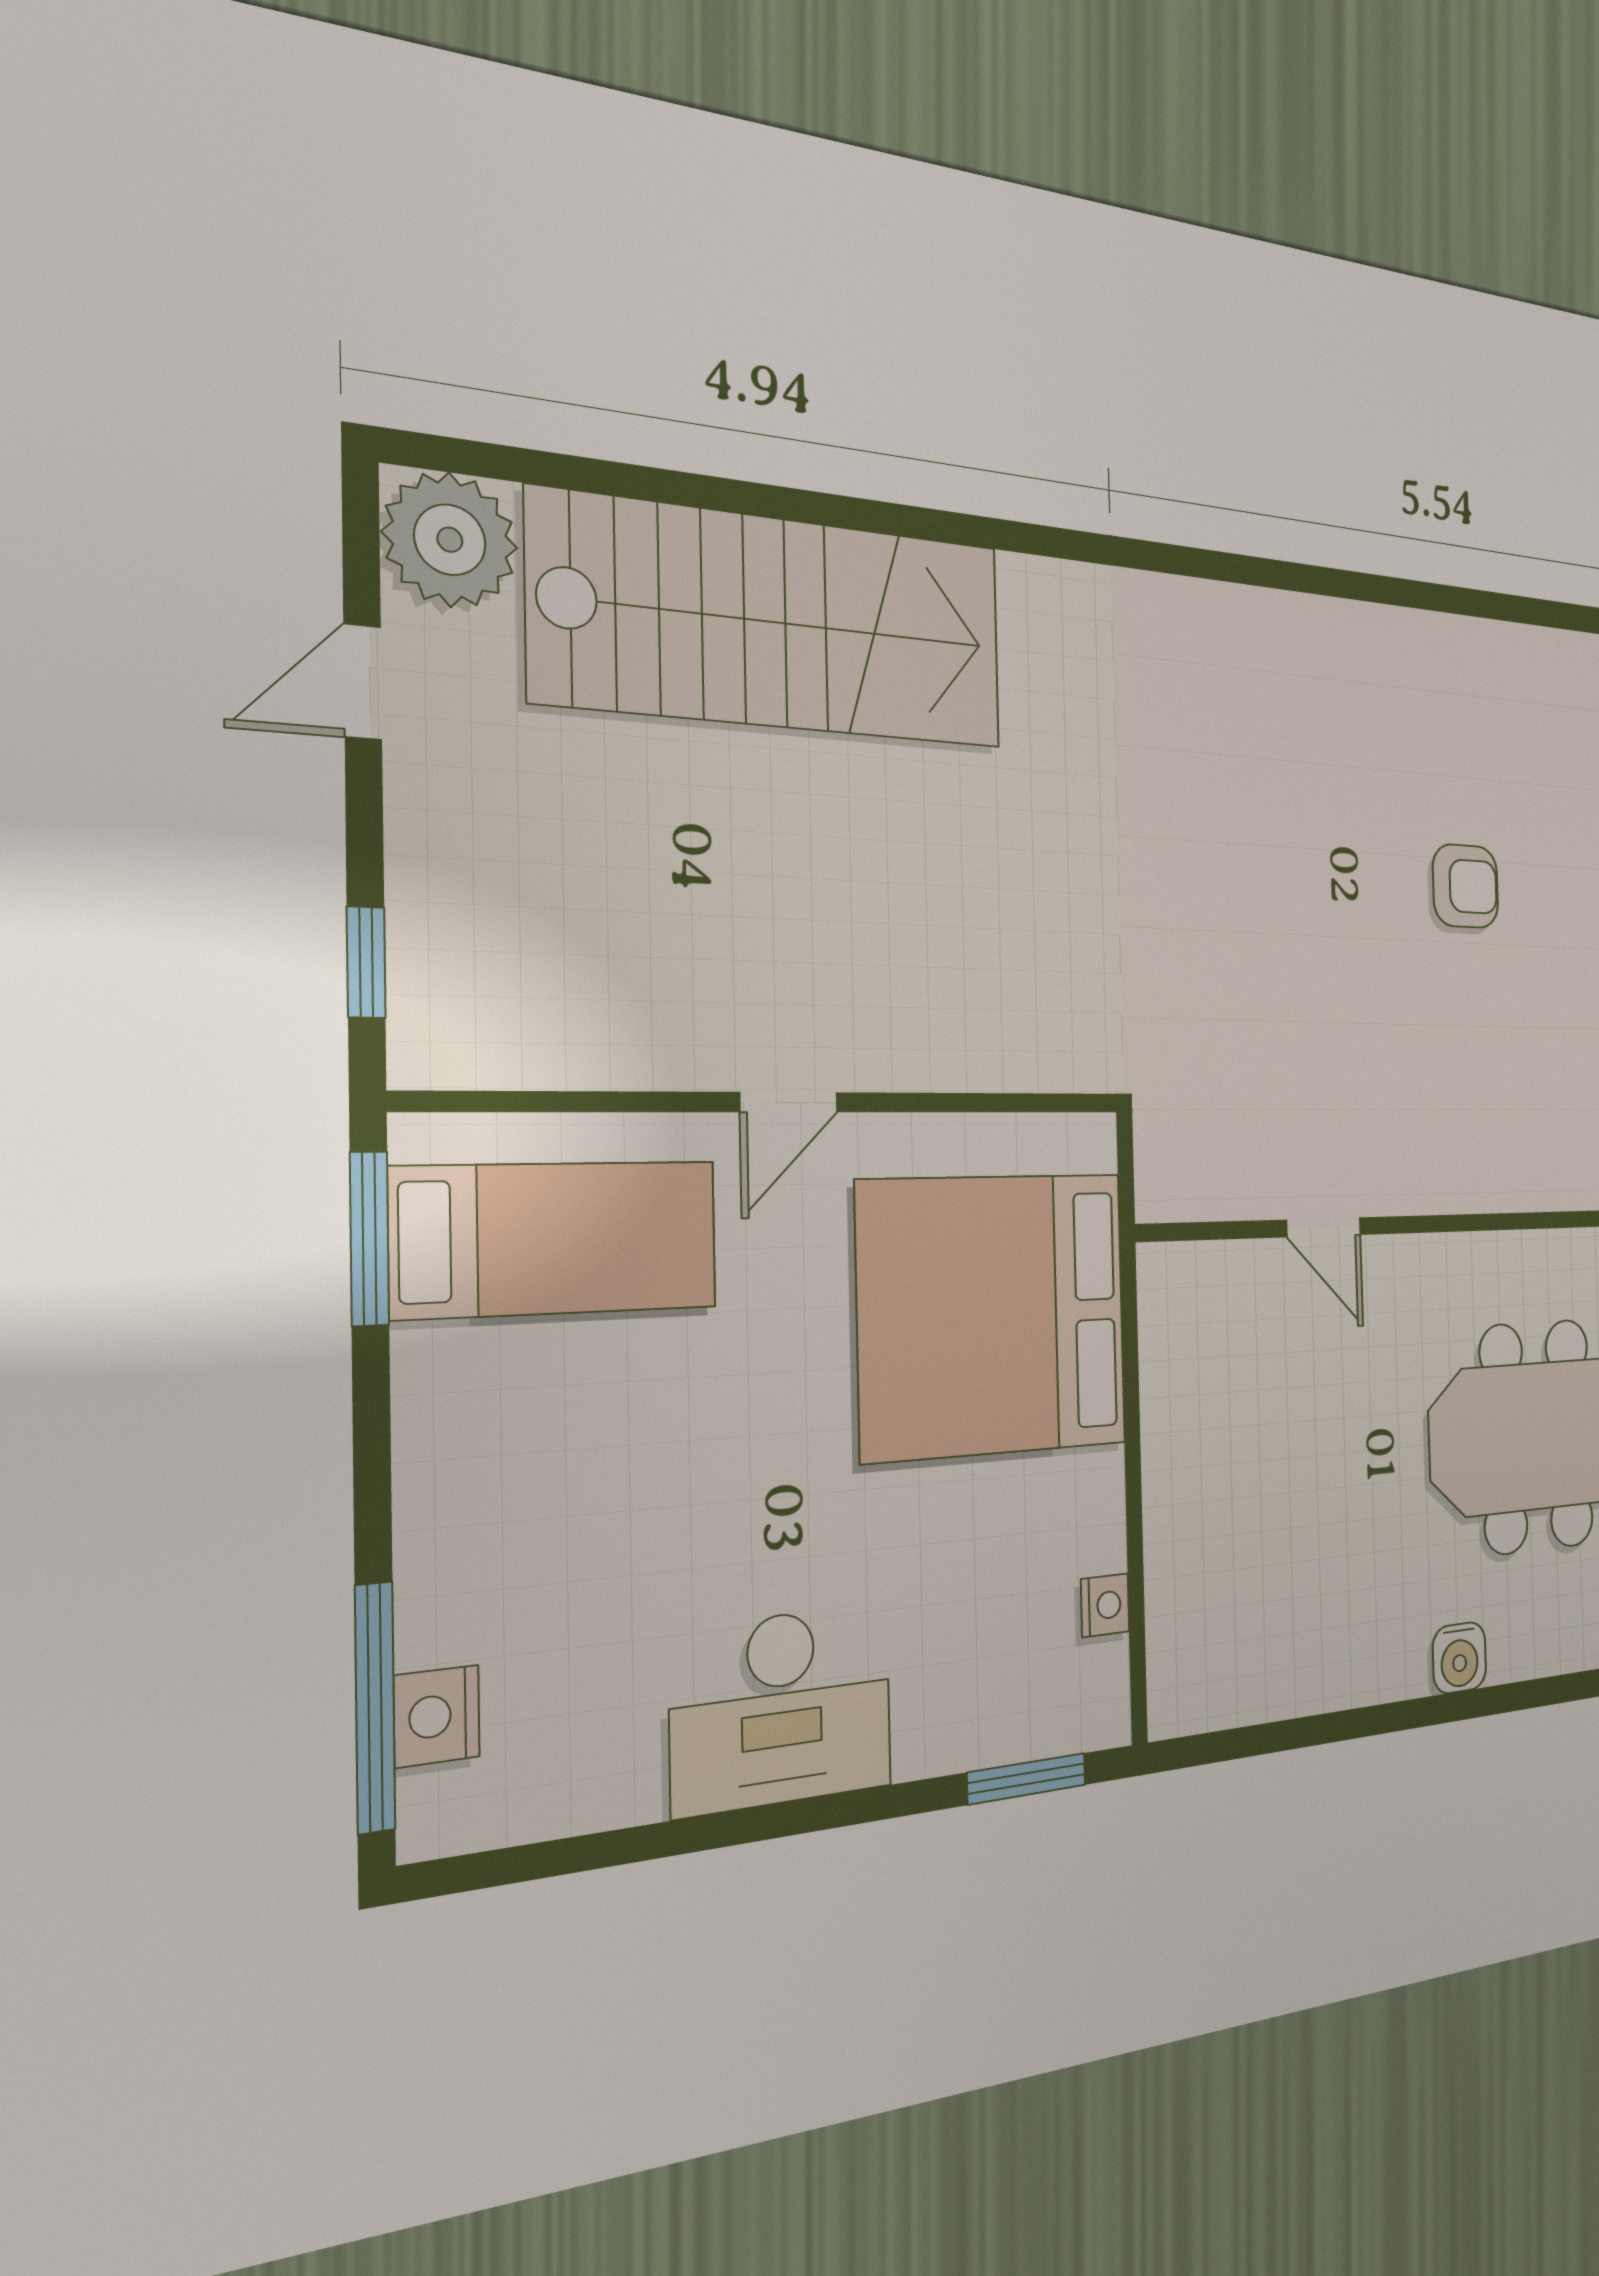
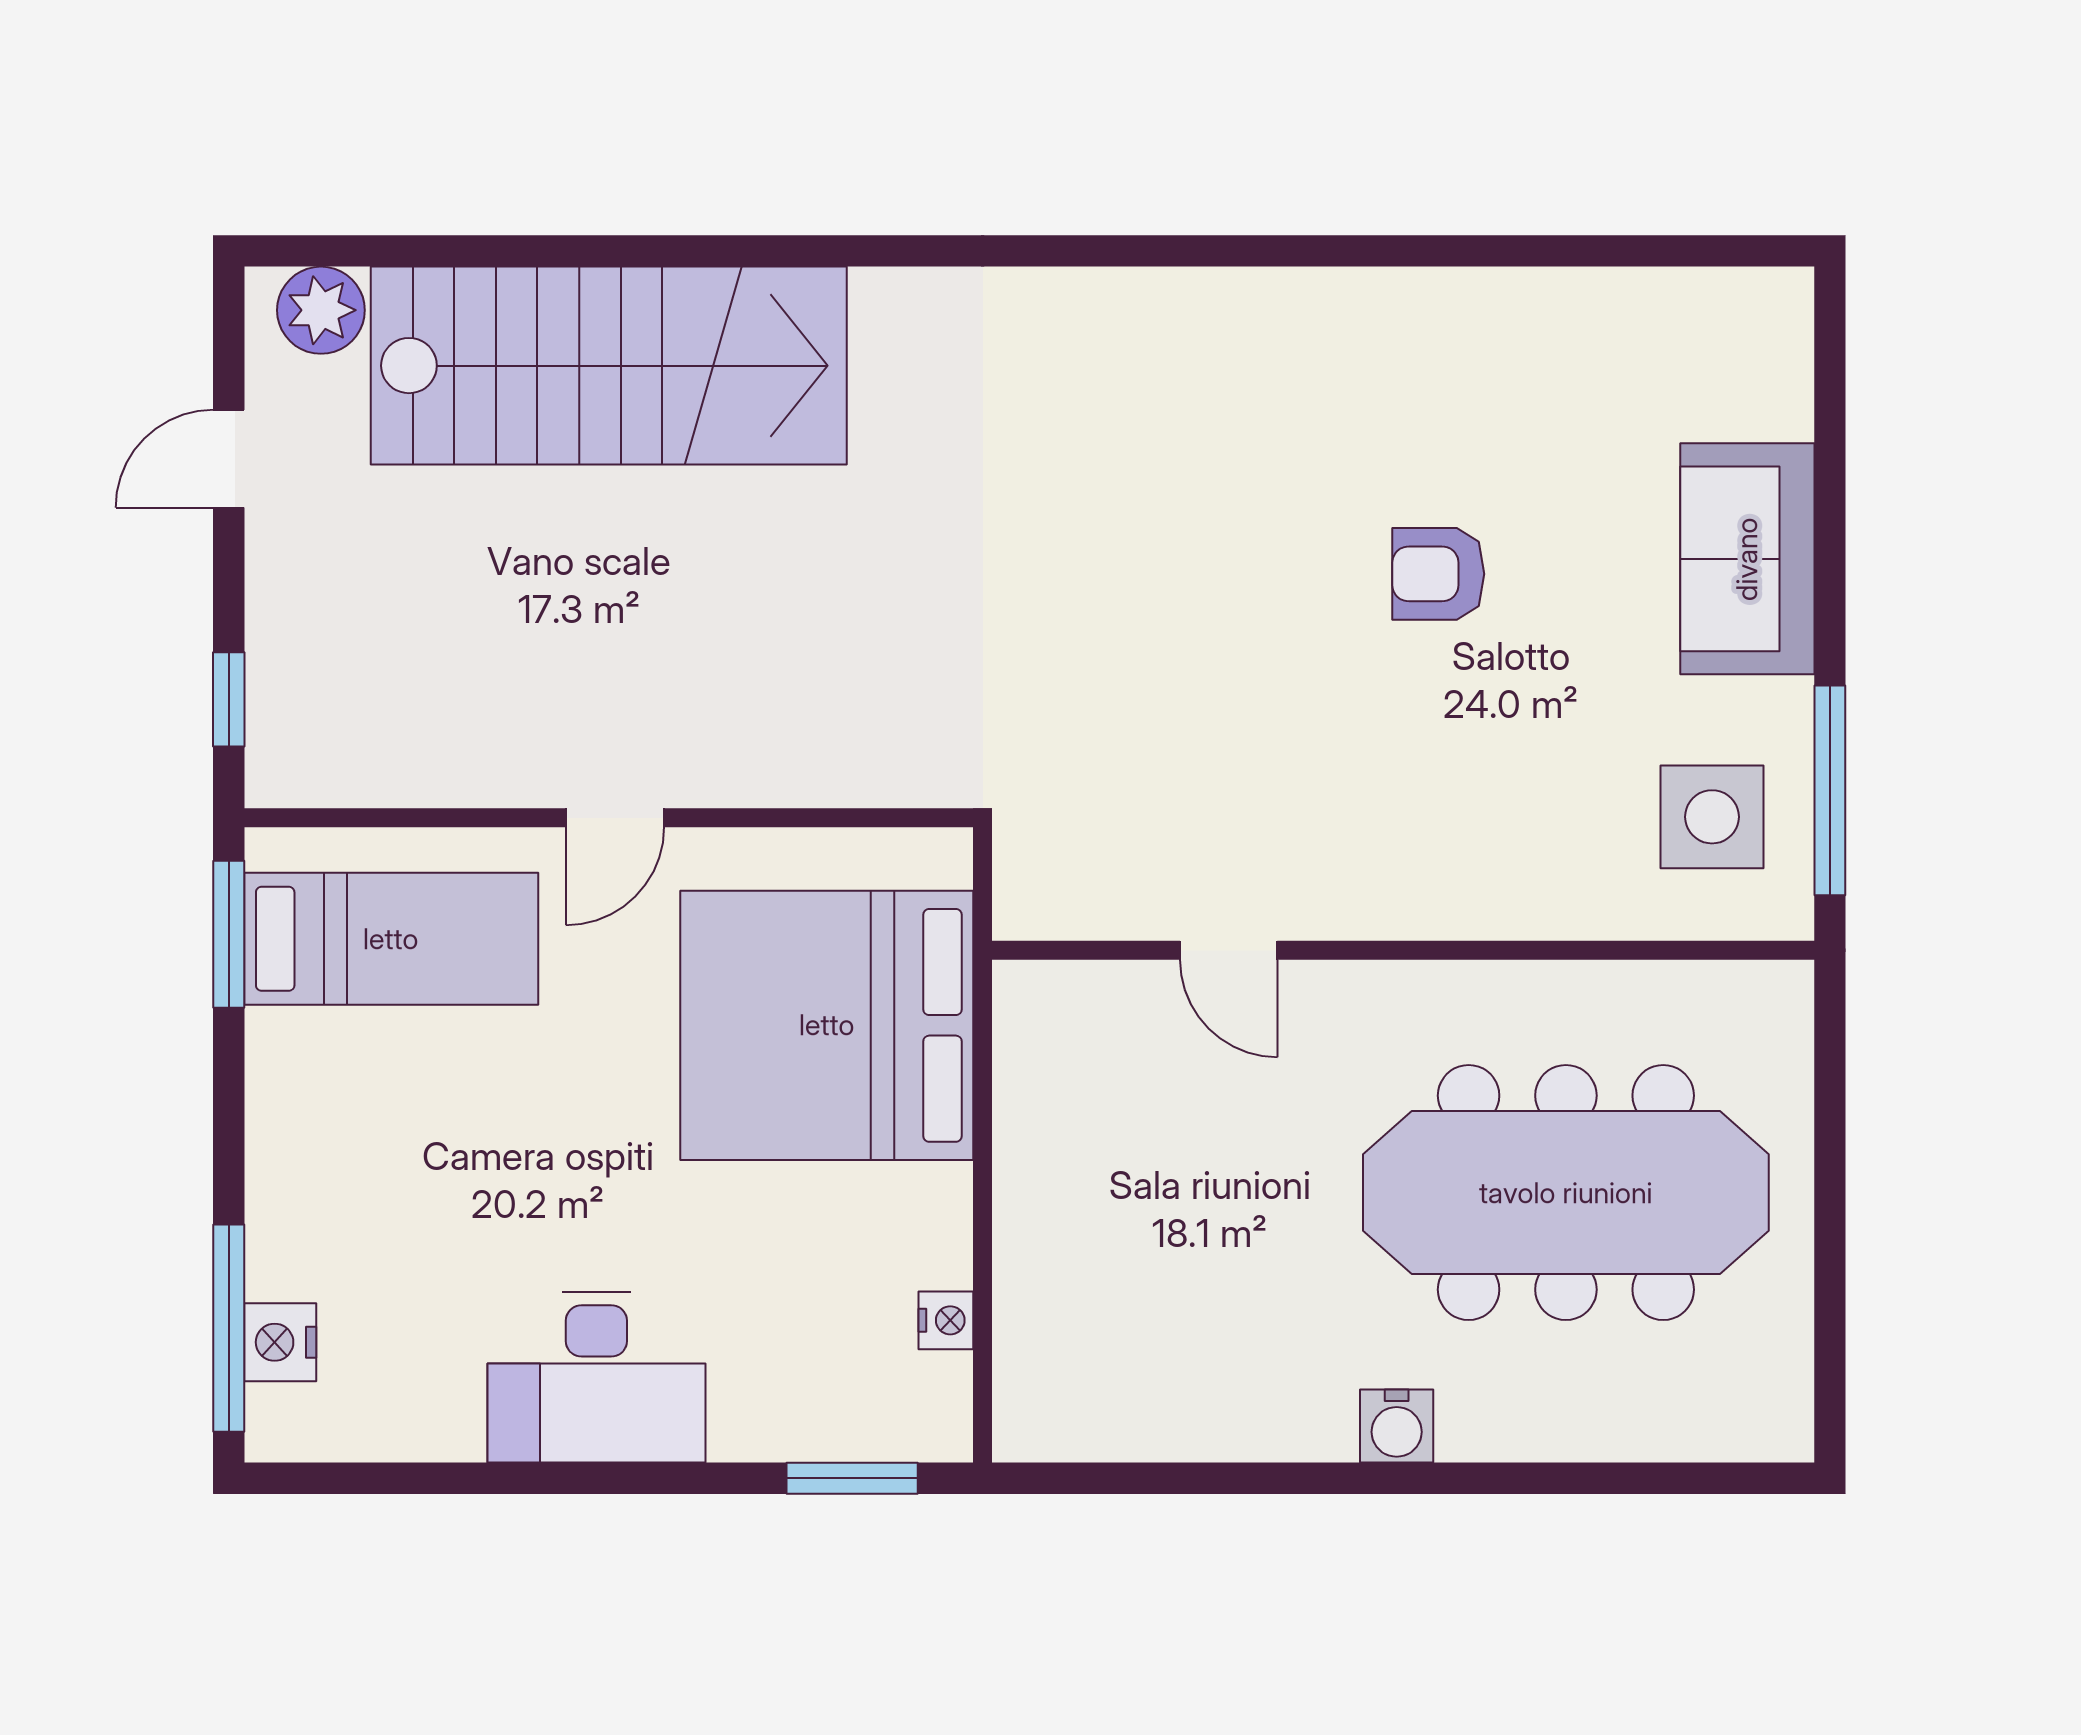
plant: (450, 540) -> (321, 310), width x0.73, depth x0.73
armchair: (1466, 886) -> (1438, 574), turned 180

